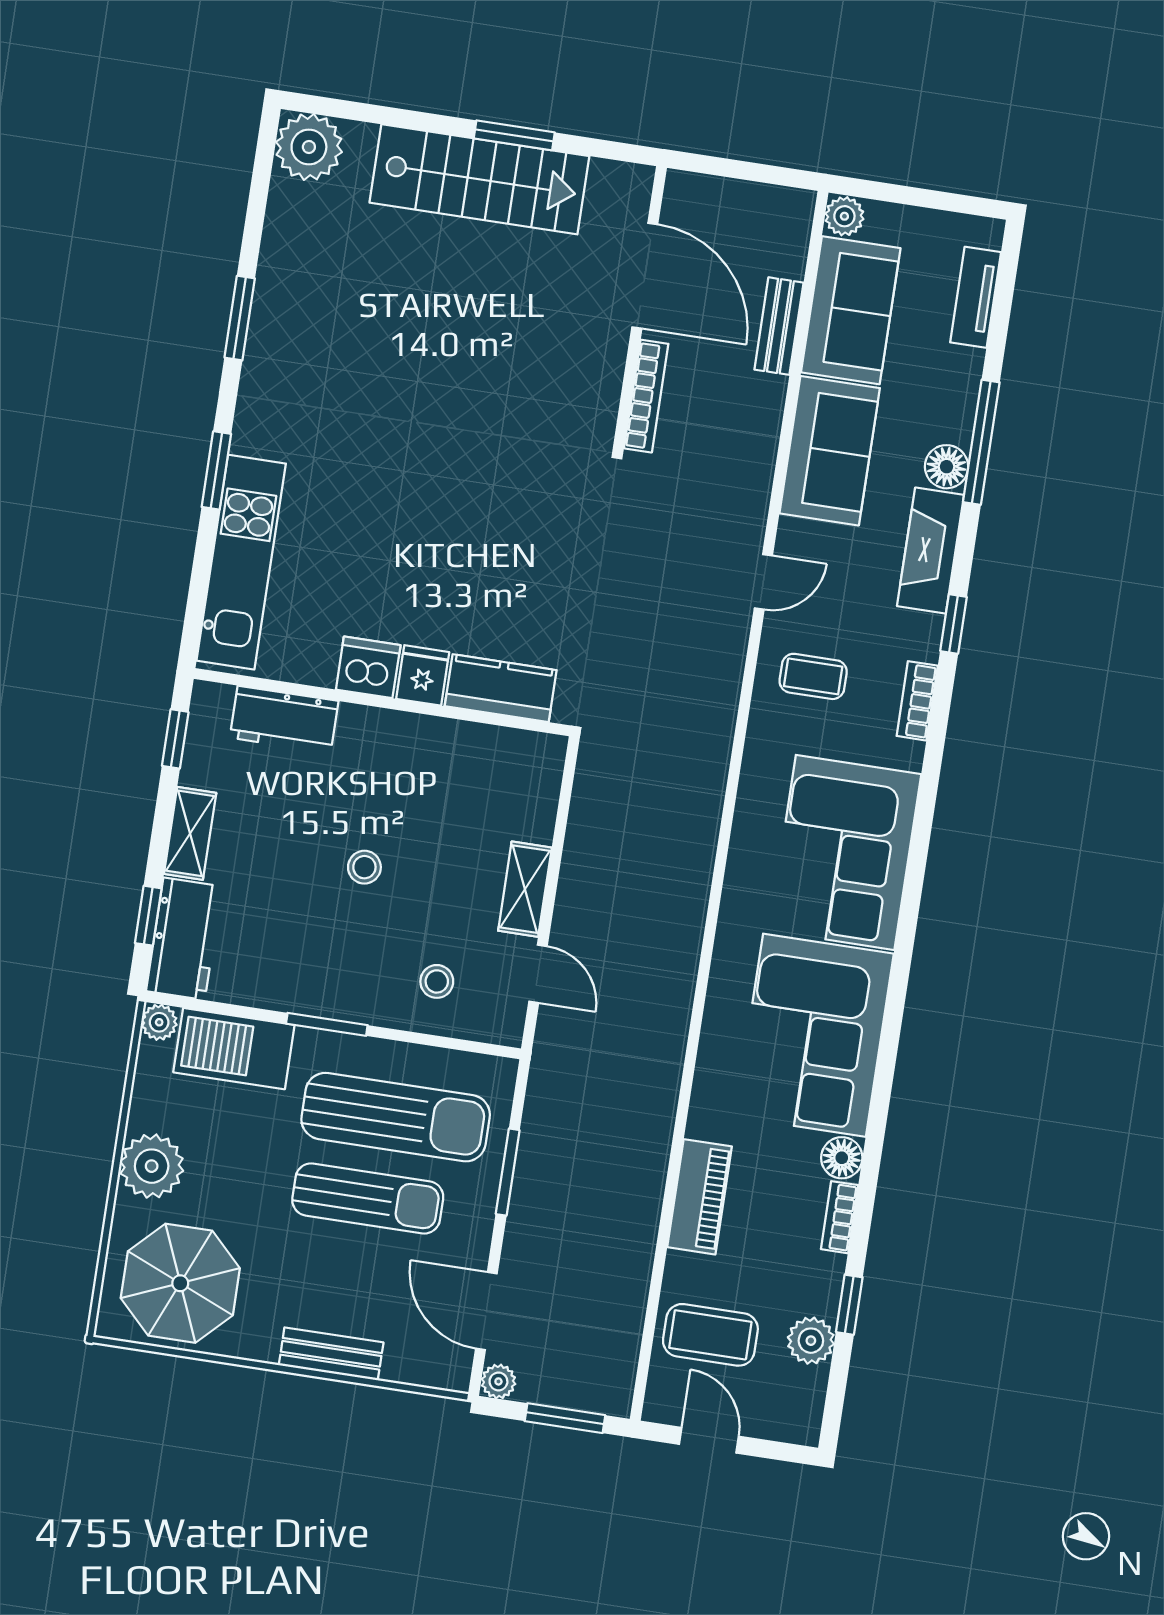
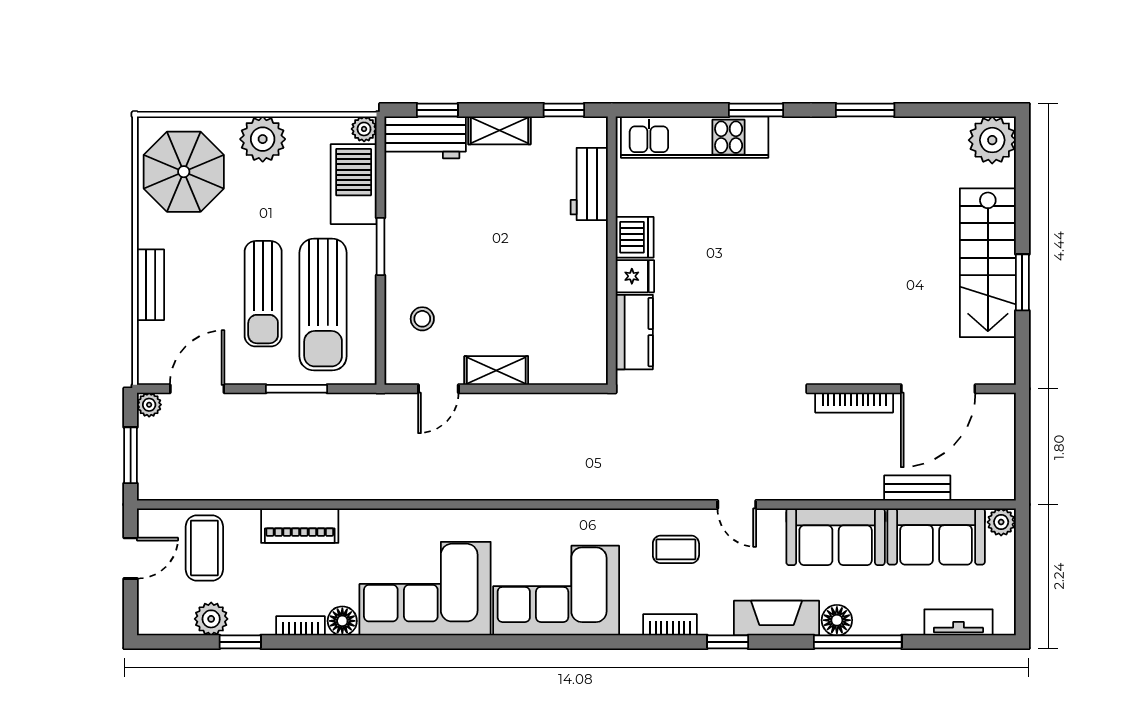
coffee table: (813, 676) -> (676, 549), turned 90
stool: (364, 867) -> (494, 256), removed

